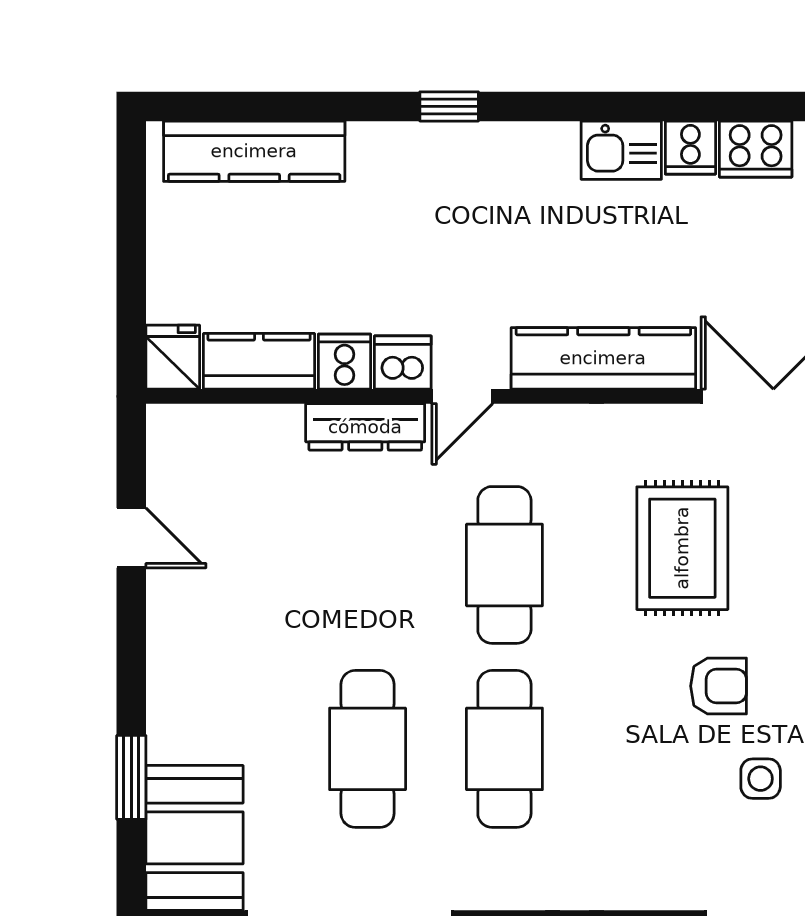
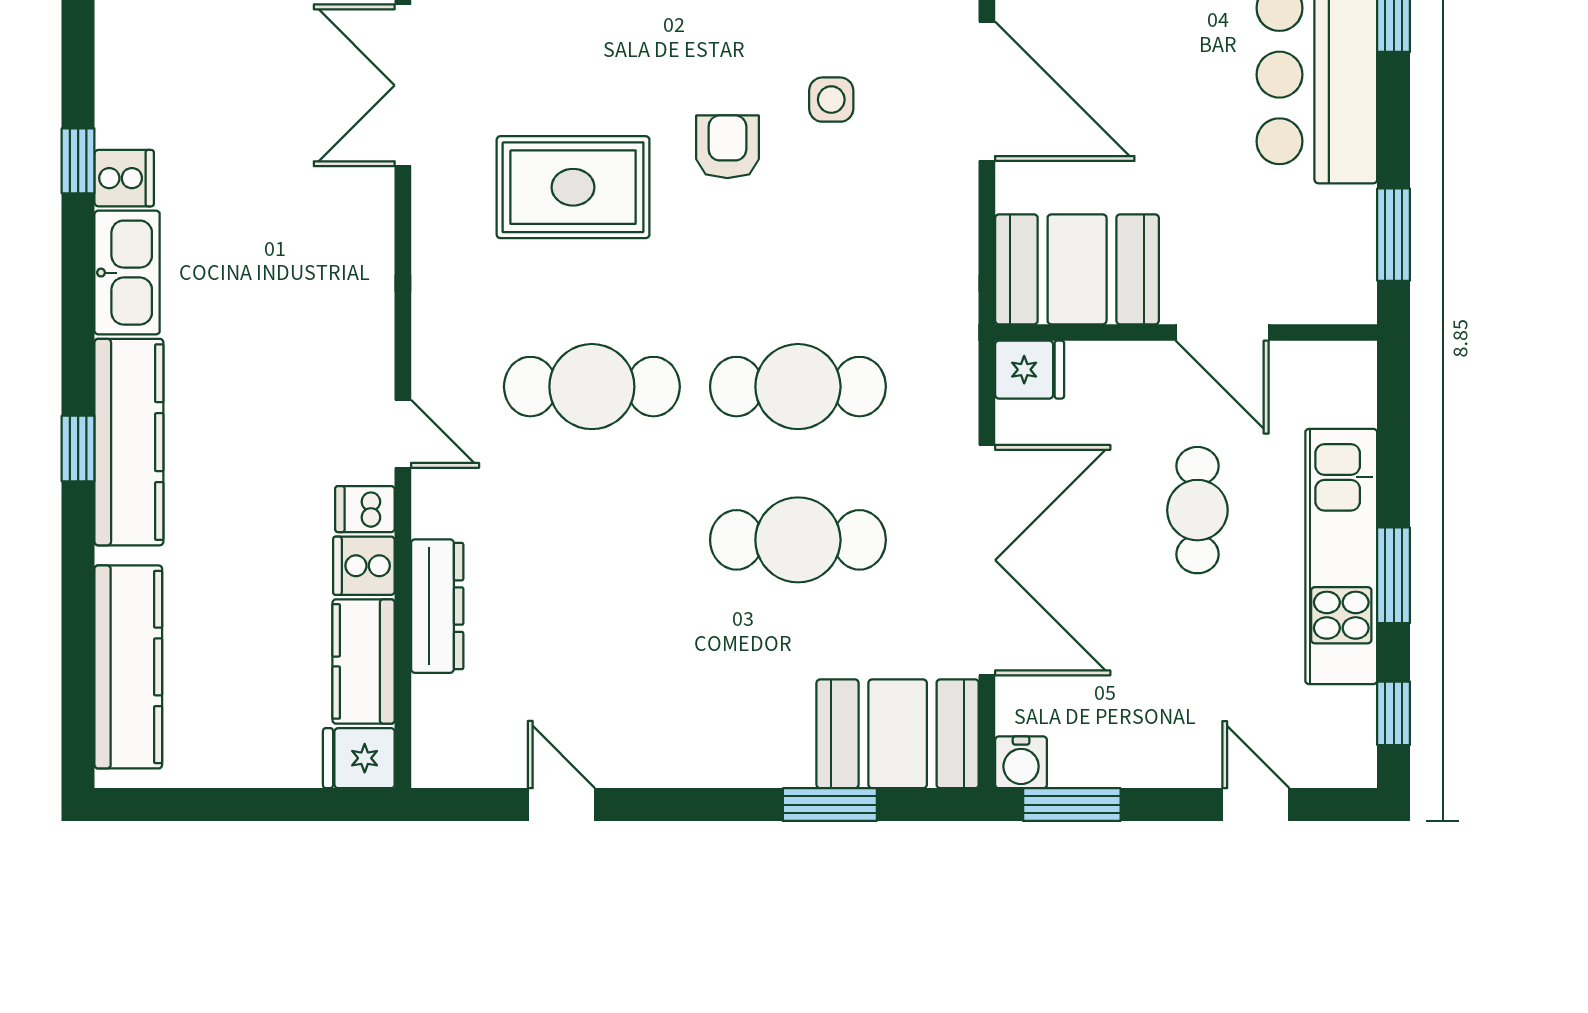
window: (706, 106) -> (78, 161), added
cooker: (756, 149) -> (126, 105), removed
kitchen sink: (621, 150) -> (127, 273), width x1.38
kitchen counter: (603, 358) -> (129, 442), moved, turned 180
dishwasher: (403, 362) -> (365, 509), width x0.73
dresser: (365, 427) -> (437, 606), moved
door: (131, 538) -> (561, 805), hinge flipped

